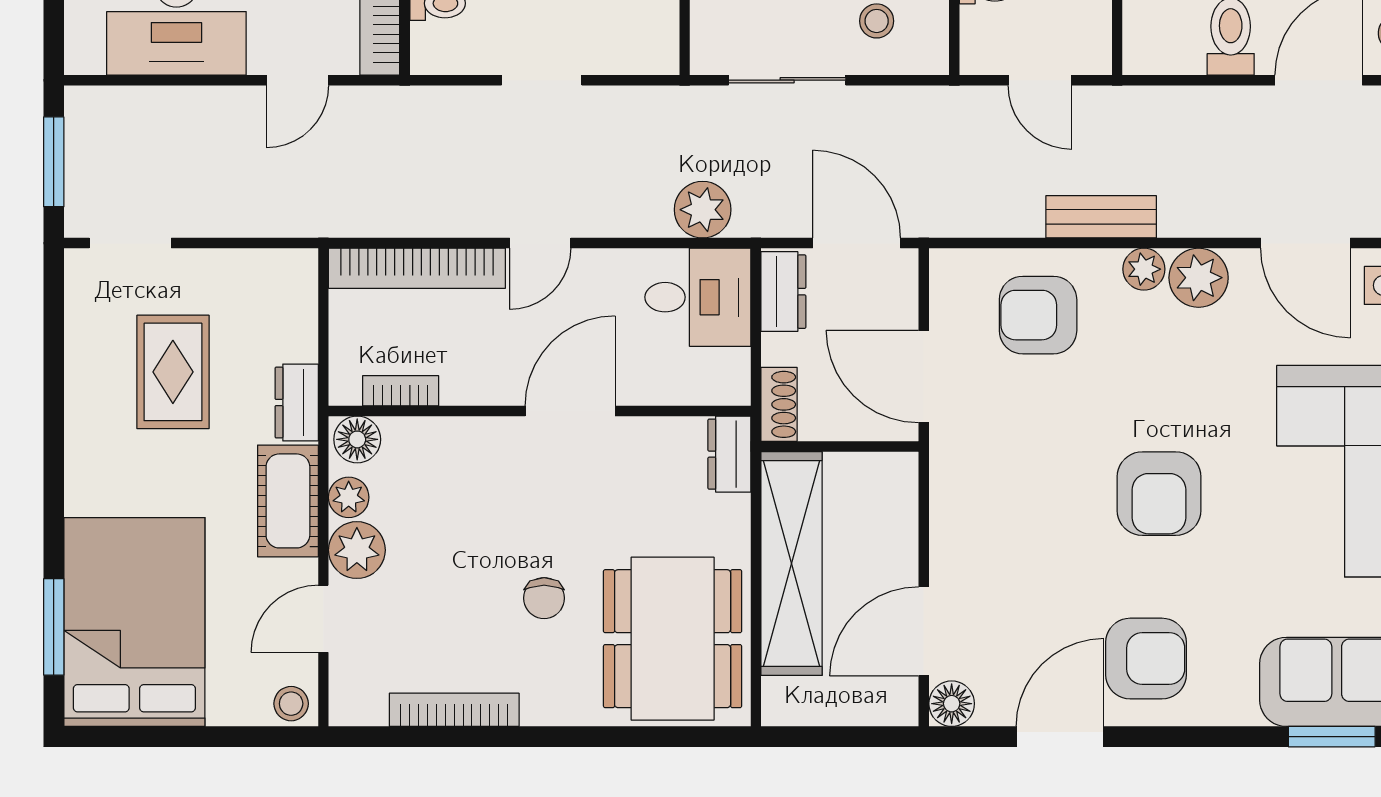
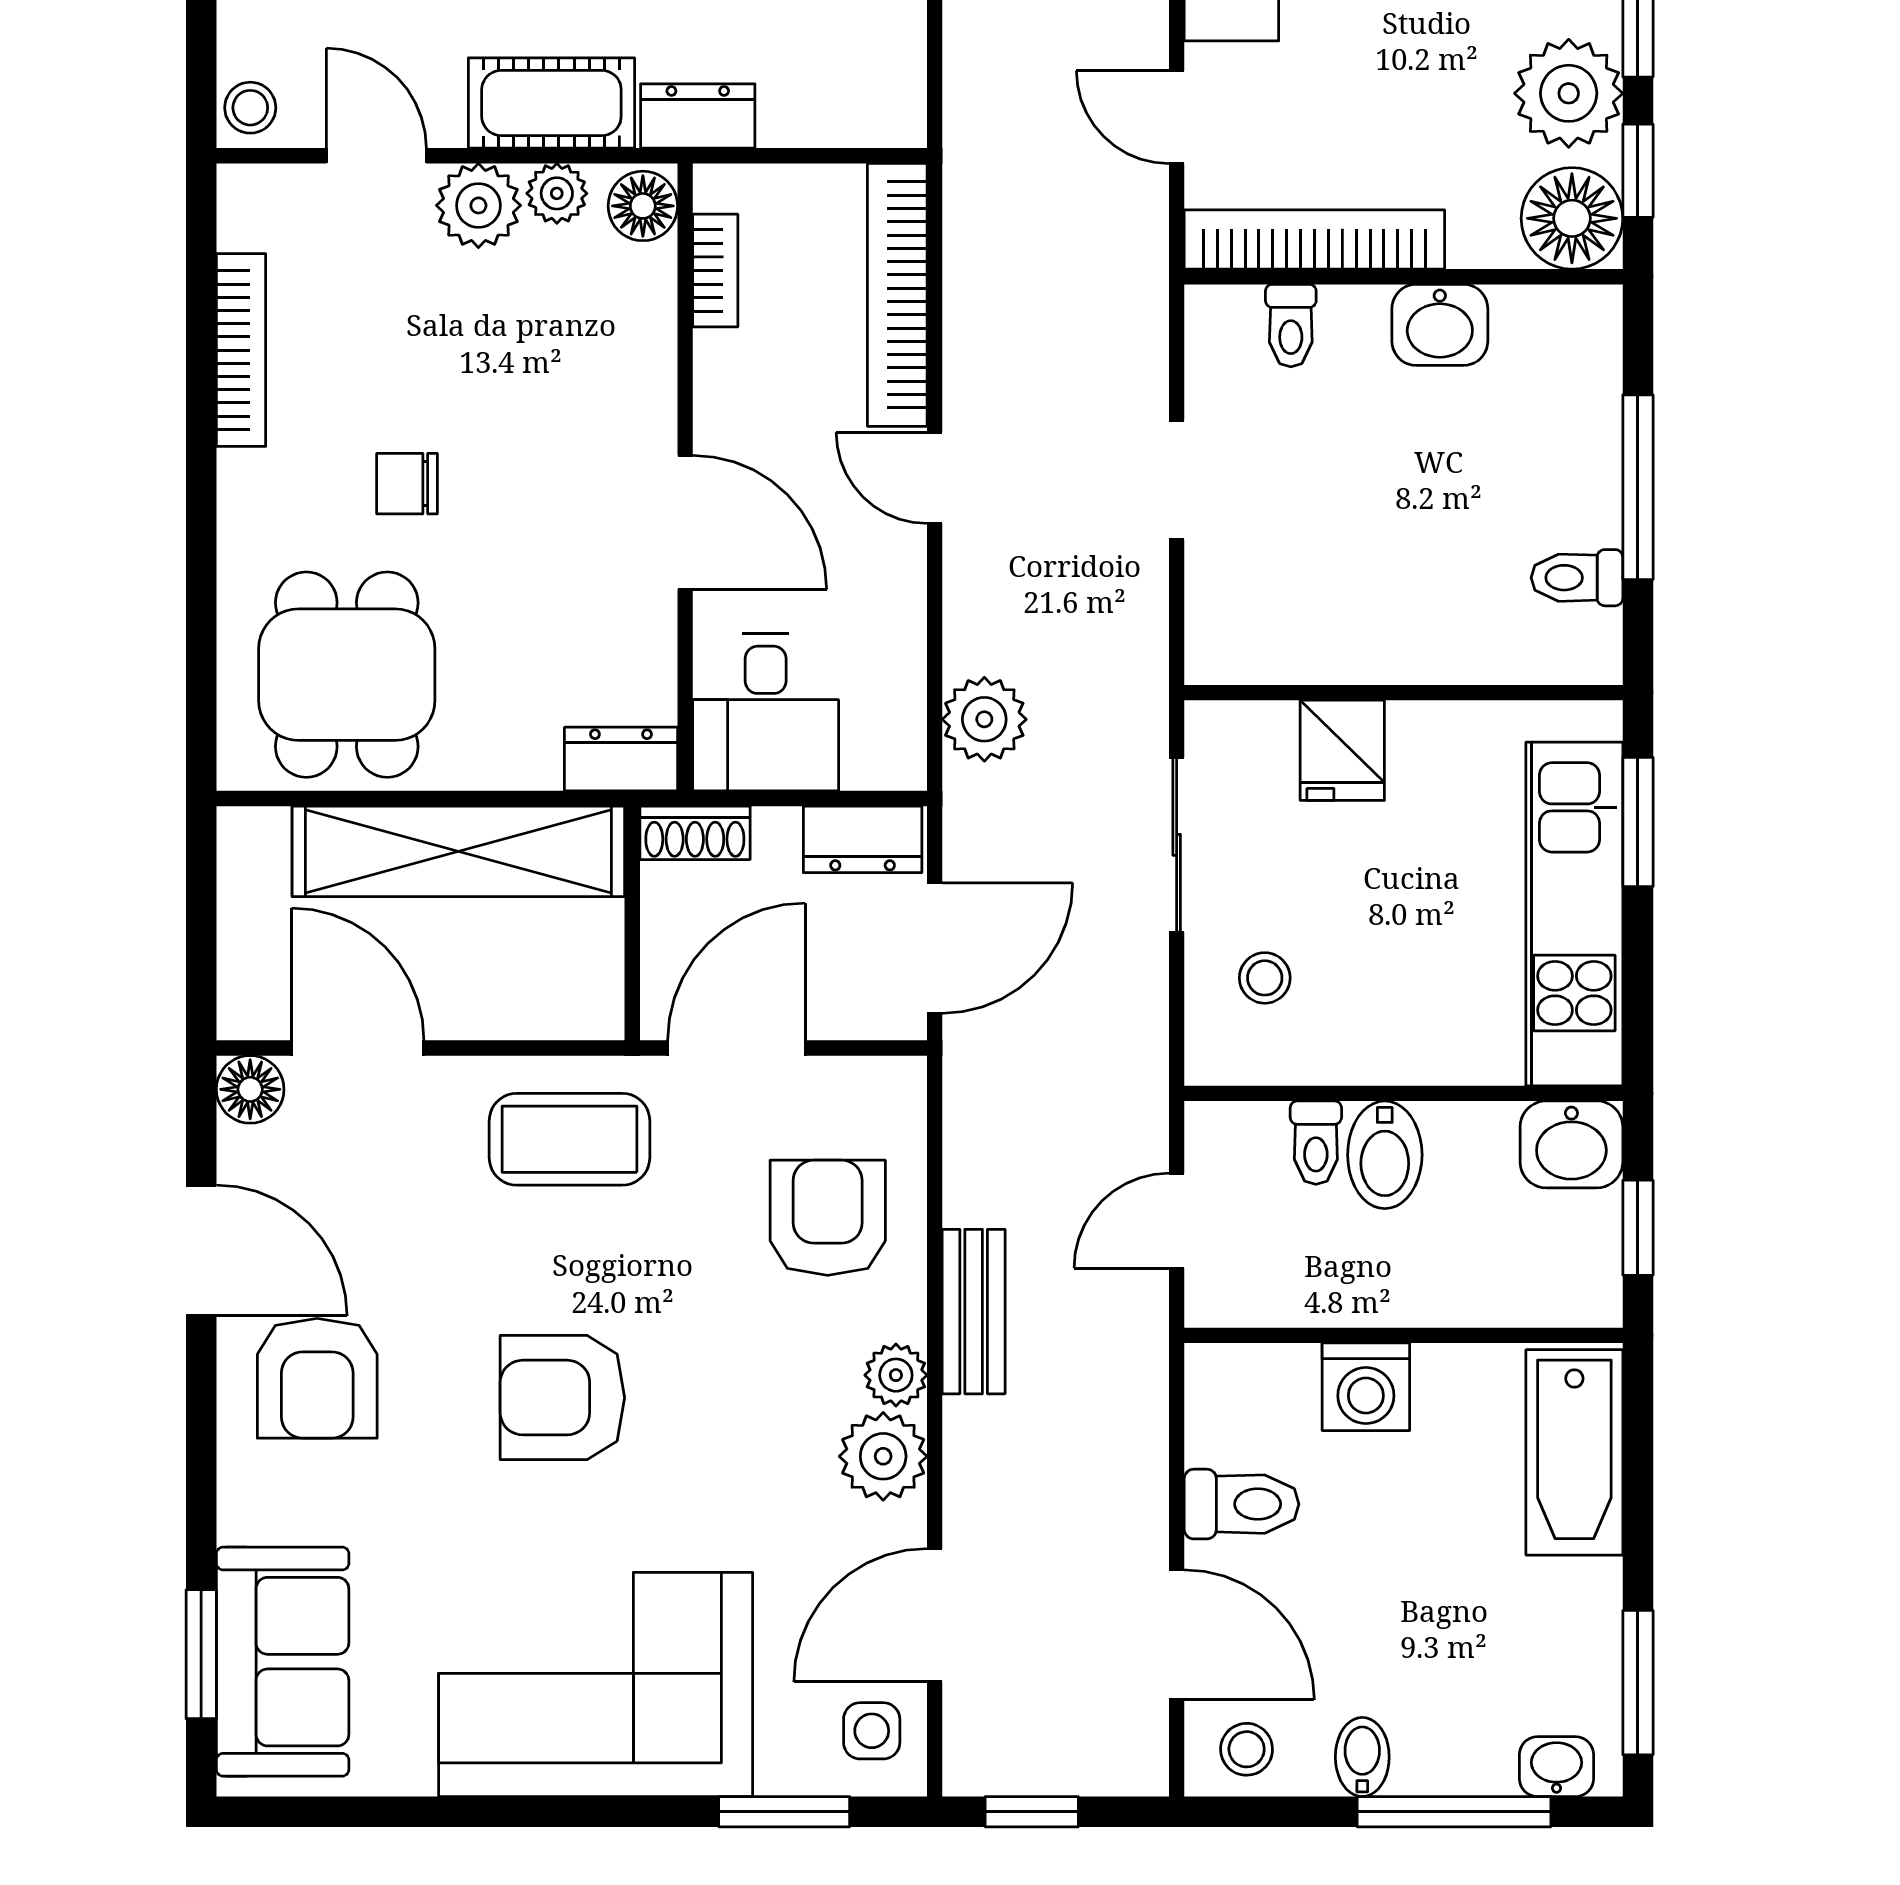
desk: (698, 297) -> (766, 712), moved
coffee table: (985, 489) -> (569, 1139), added
dining table: (673, 639) -> (347, 675), width x0.73

